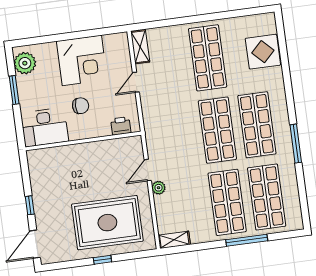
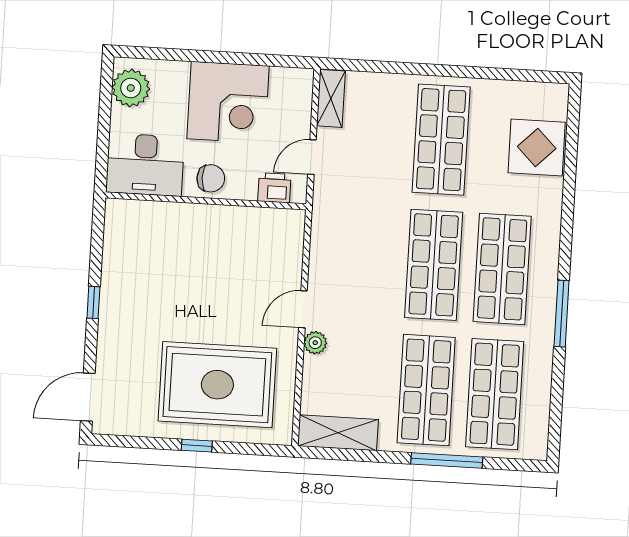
window: (14, 90) -> (104, 130), removed
printer: (121, 126) -> (274, 188), moved
desk: (45, 127) -> (145, 165), moved
wall: (83, 141) -> (206, 201), moved
window: (30, 205) -> (93, 302), moved
shelving: (174, 240) -> (338, 433), width x1.50, depth x1.33

